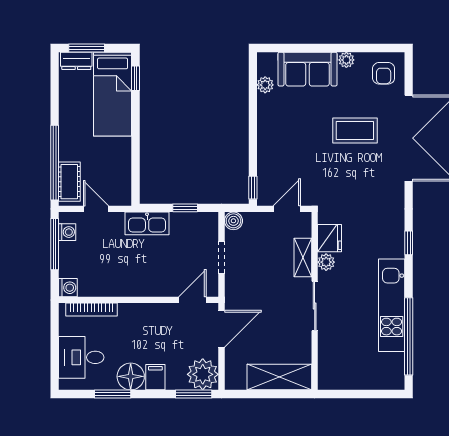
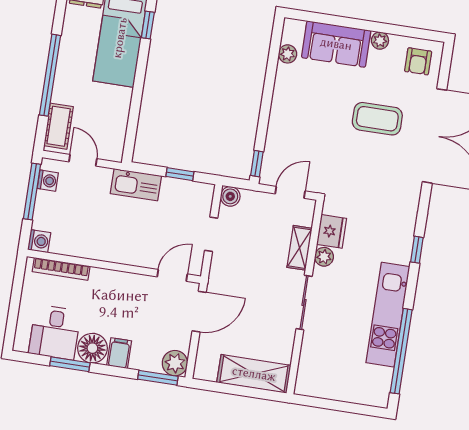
window: (55, 163) -> (50, 75), moved
desk: (81, 357) -> (55, 332), moved, turned -90
plant: (203, 374) -> (175, 363), width x0.73, depth x0.73

